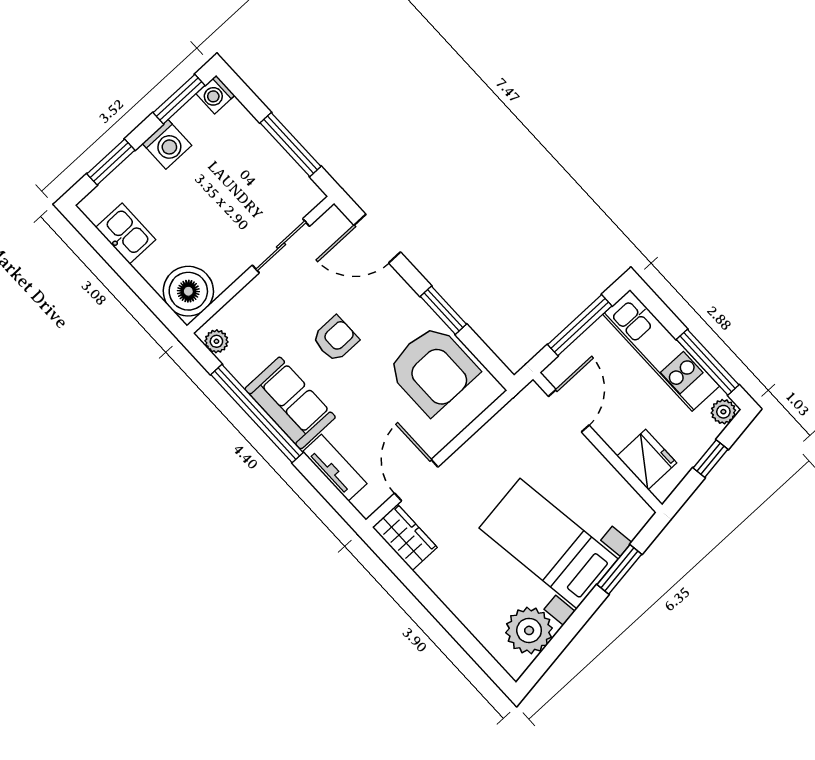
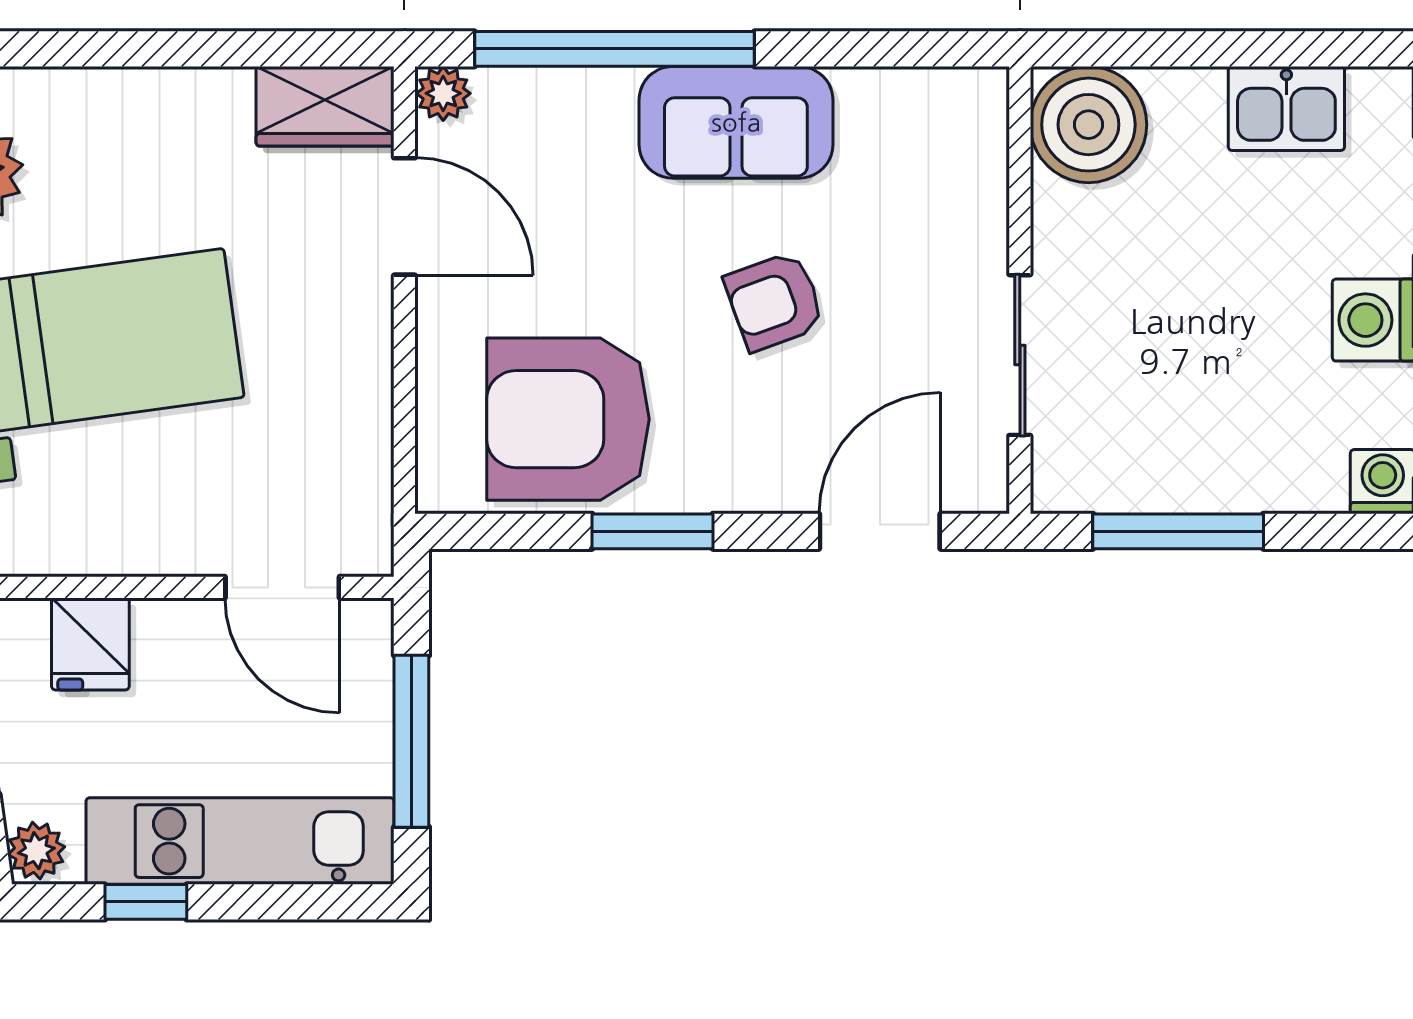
armchair: (335, 339) -> (774, 301), turned 70
plant: (216, 341) -> (443, 93), moved
window: (708, 362) -> (146, 902), width x0.46
window: (257, 414) -> (615, 49), moved
fridge: (647, 459) -> (90, 644), width x0.72
tv unit: (335, 468) -> (555, 96), removed

